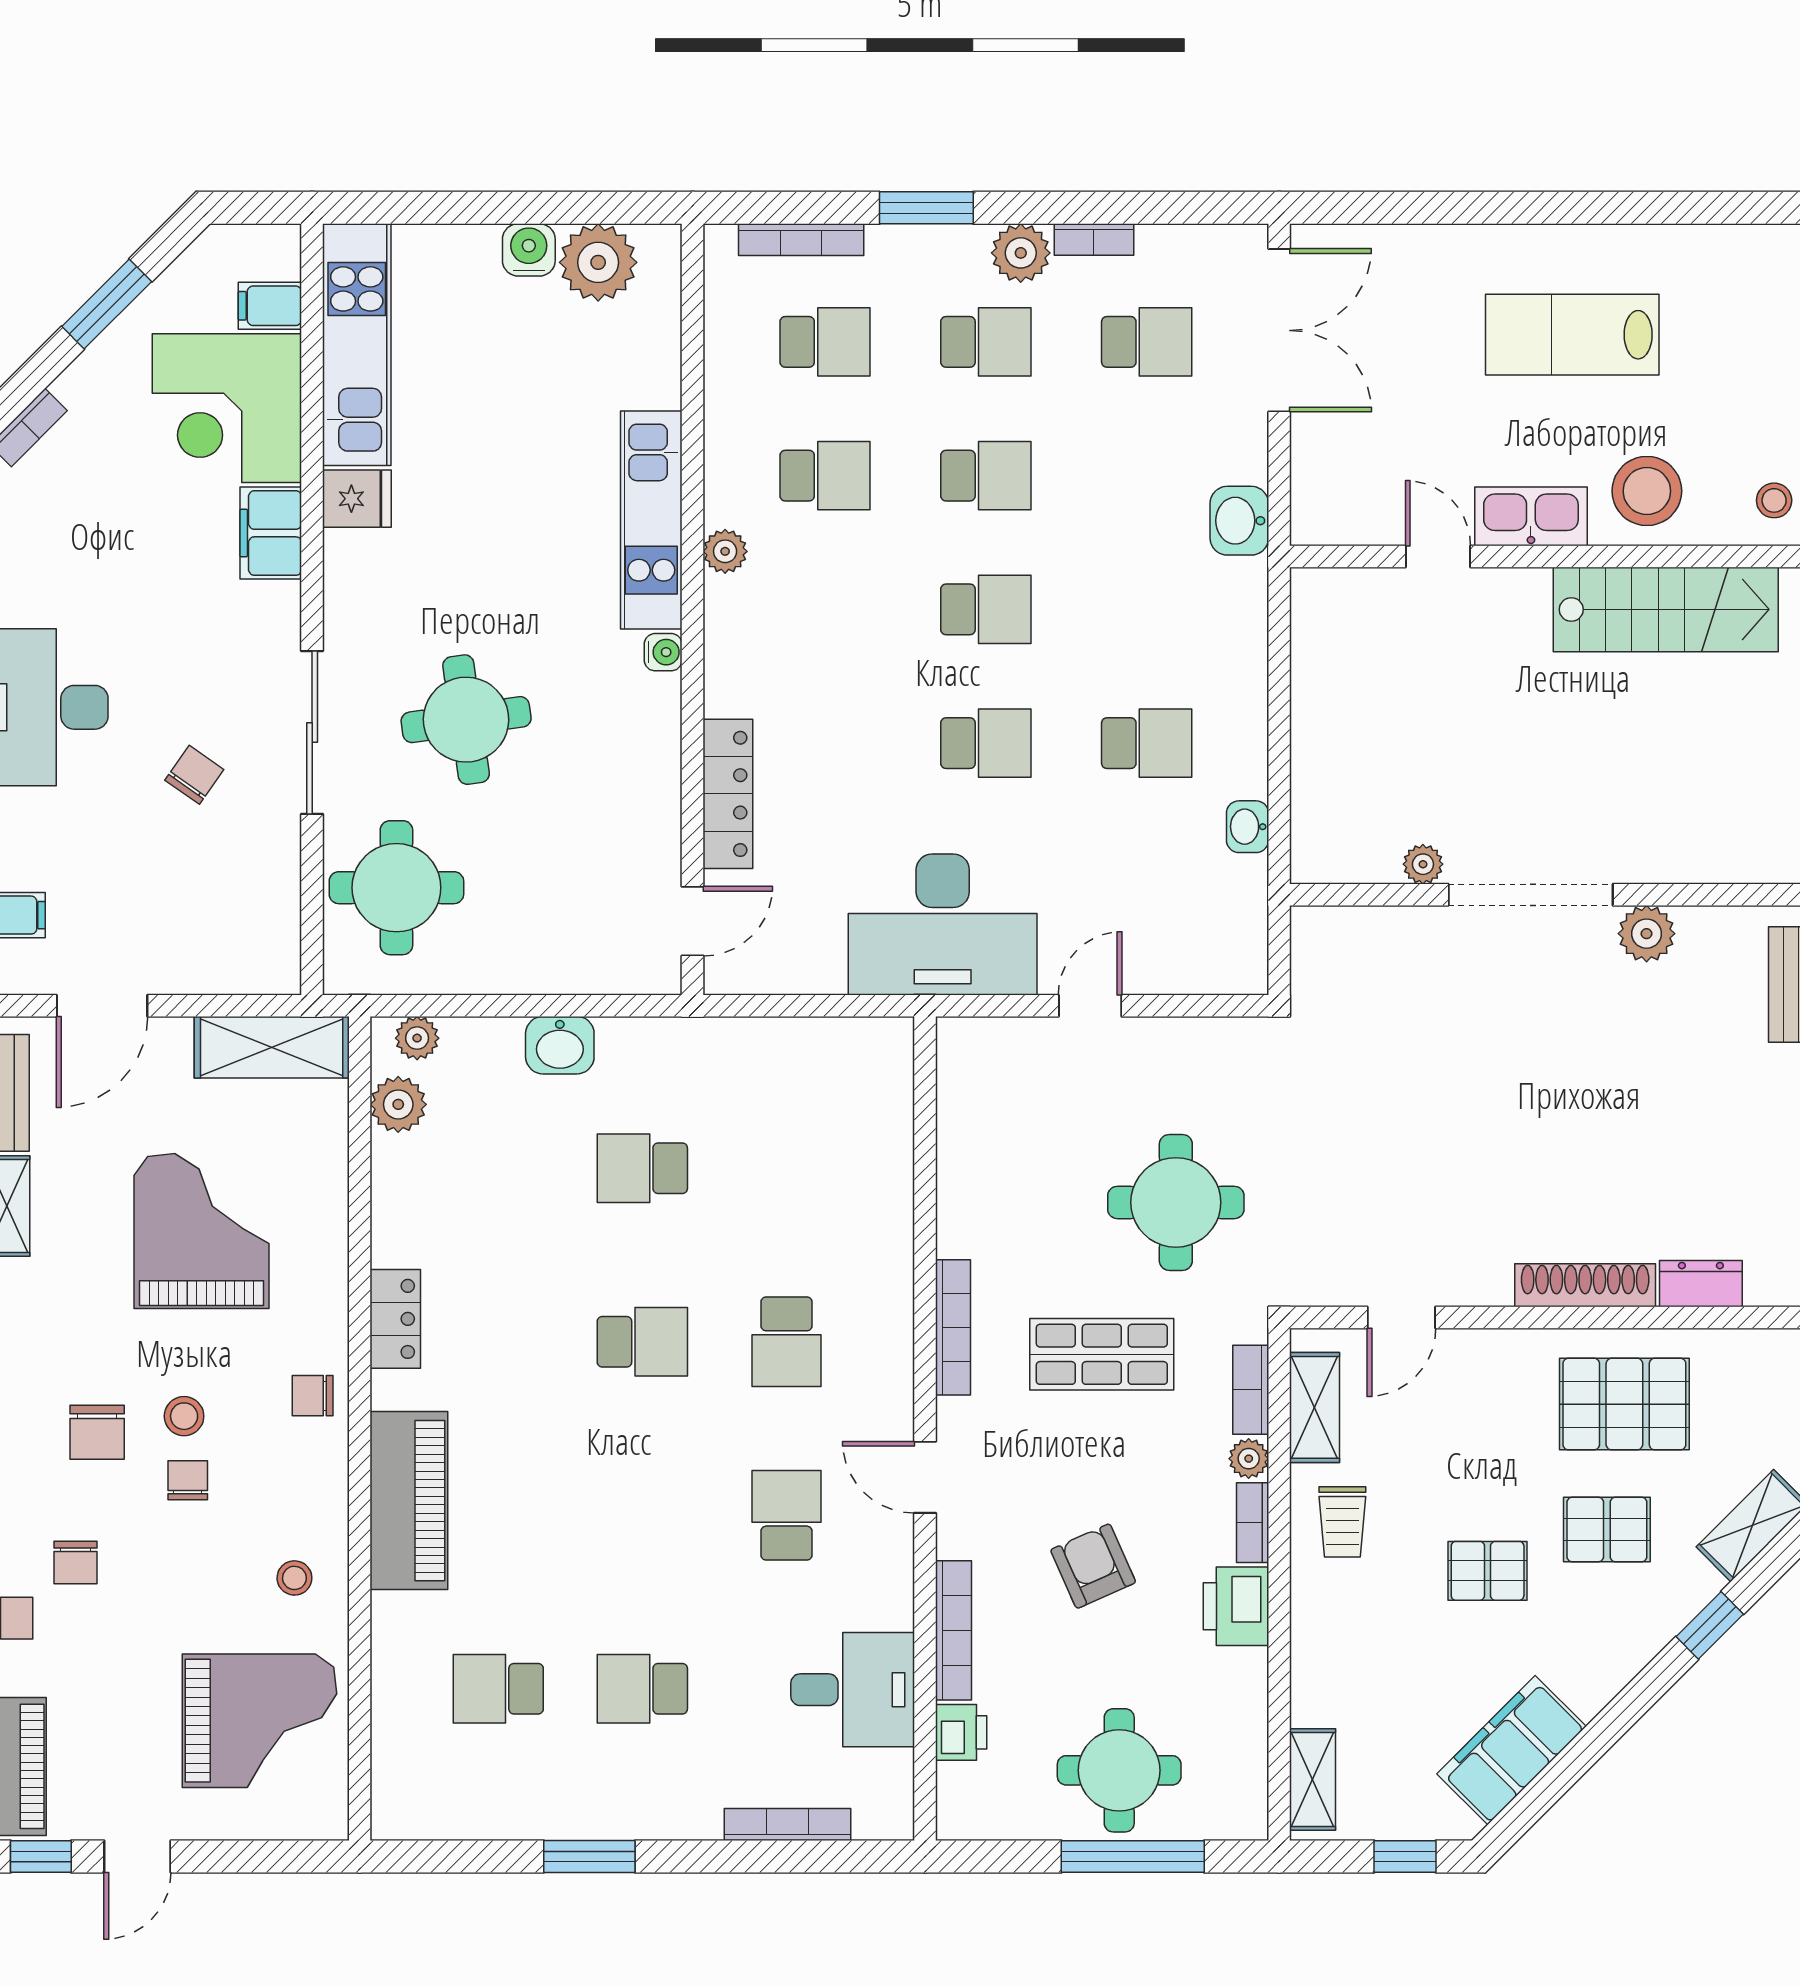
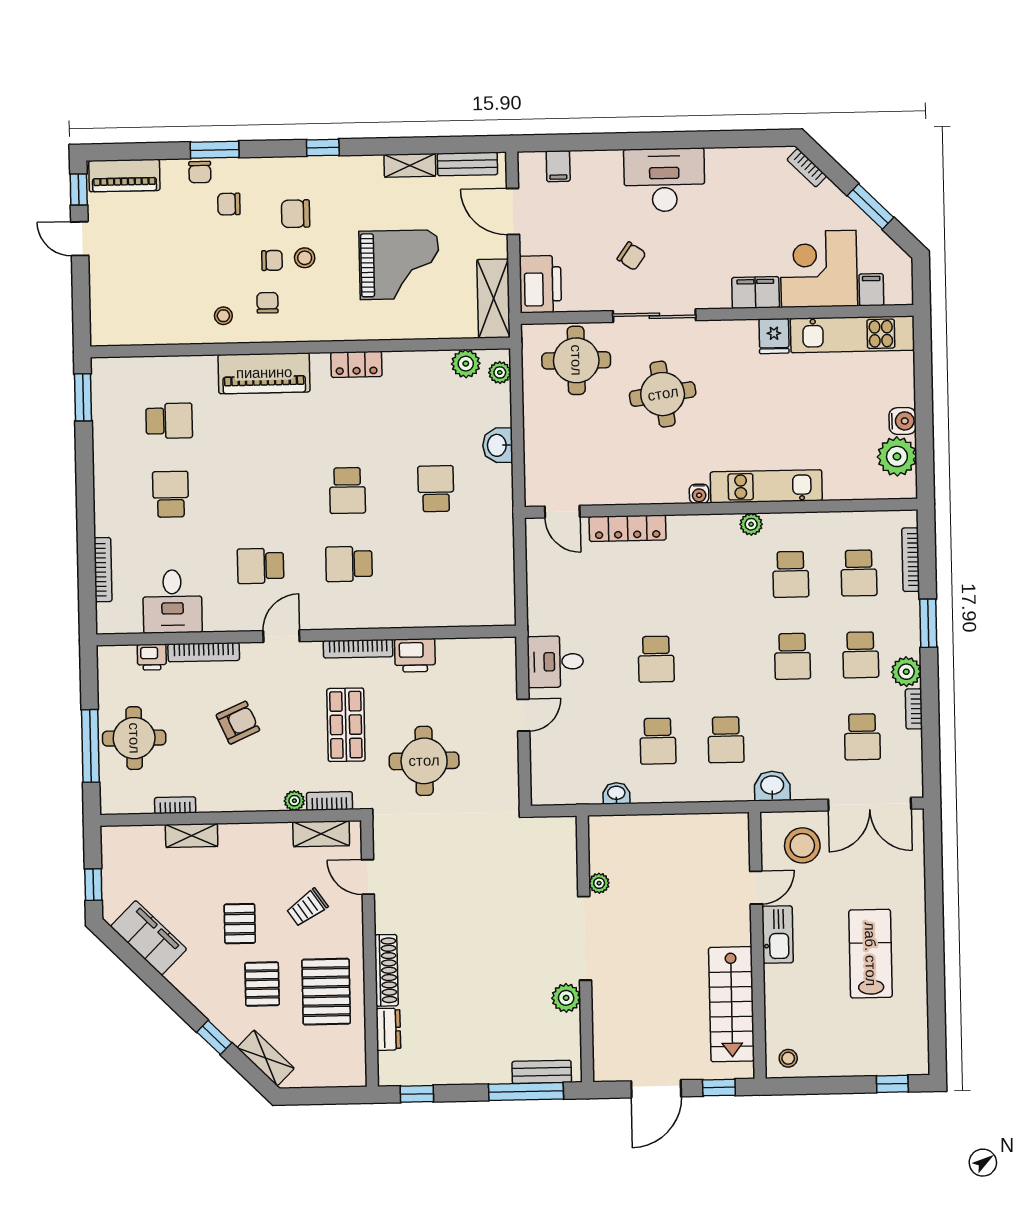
stool: (1647, 491) -> (802, 845), moved
school desk: (986, 609) -> (726, 740), moved
desk: (943, 925) -> (555, 662), width x0.53, depth x0.77
printer: (245, 955) -> (540, 284), added
door: (1090, 1006) -> (523, 715), hinge flipped
chair: (313, 1396) -> (268, 303), moved
school desk: (786, 1515) -> (261, 566), turned 180
trolley: (1342, 1522) -> (307, 908), moved, turned -35
bookcase: (1253, 1523) -> (175, 805), moved
printer: (1236, 1606) -> (415, 655), moved, turned 180
school desk: (498, 1689) -> (169, 421), turned 90
grand piano: (259, 1721) -> (150, 299), removed
shelving: (1313, 1780) -> (192, 835), moved
window: (589, 1857) -> (83, 397), moved

